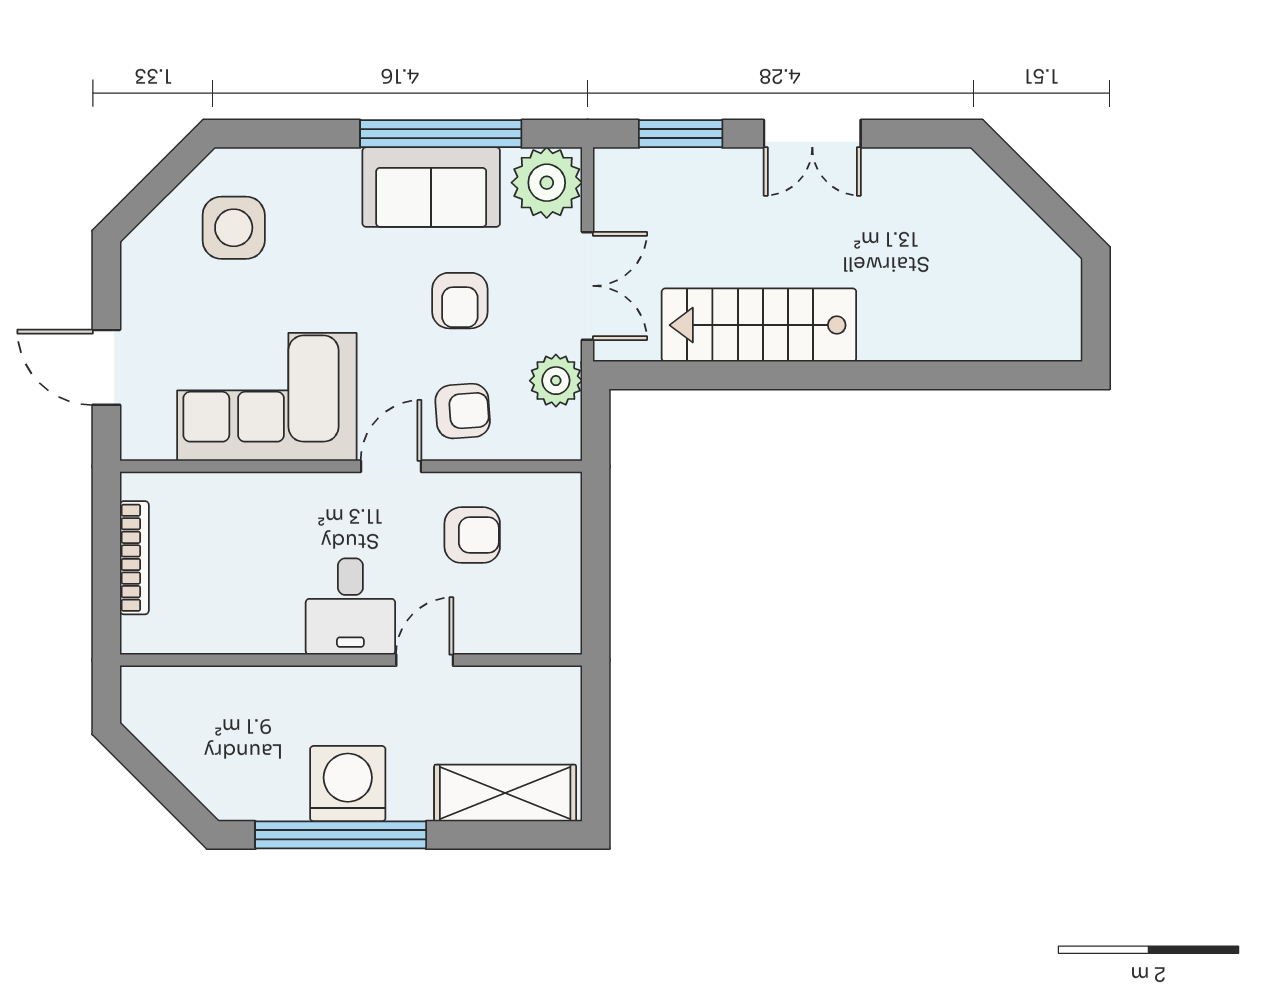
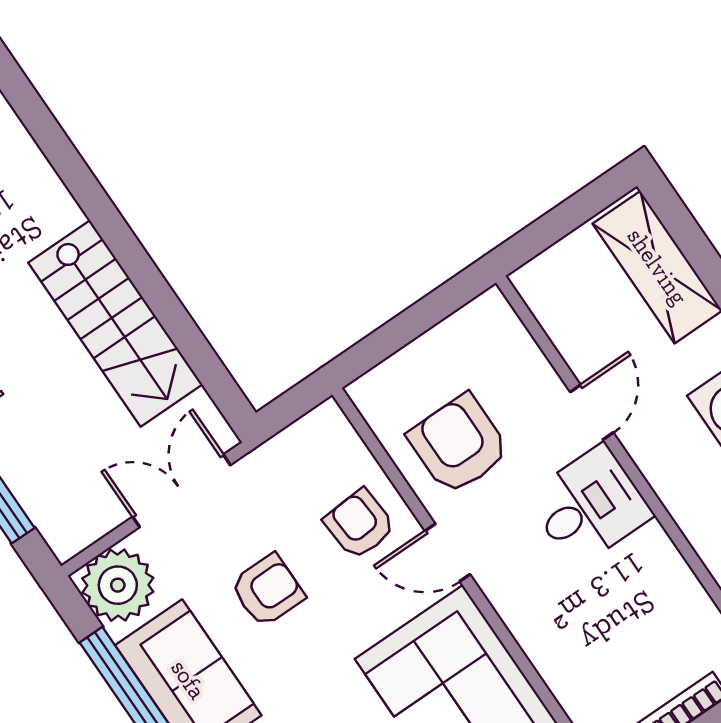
plant: (556, 381) -> (280, 463), removed
armchair: (472, 535) -> (459, 444), width x1.38, depth x1.38
door: (425, 660) -> (592, 412), swing flipped

